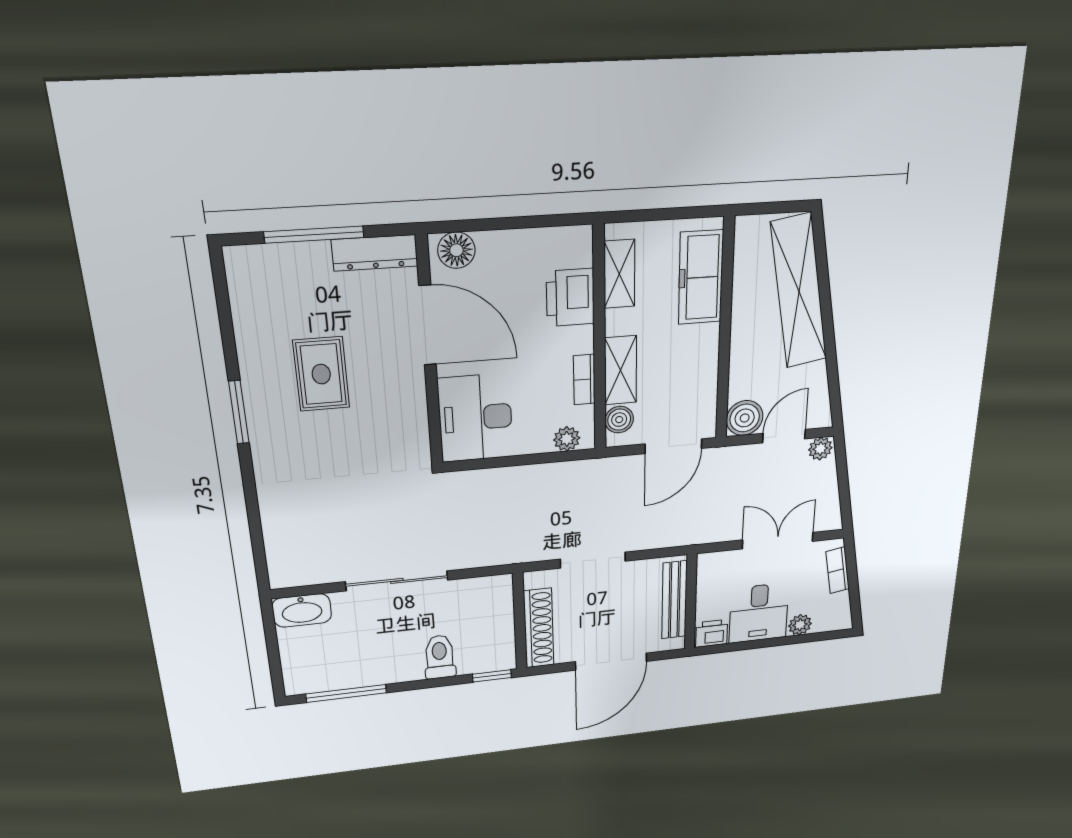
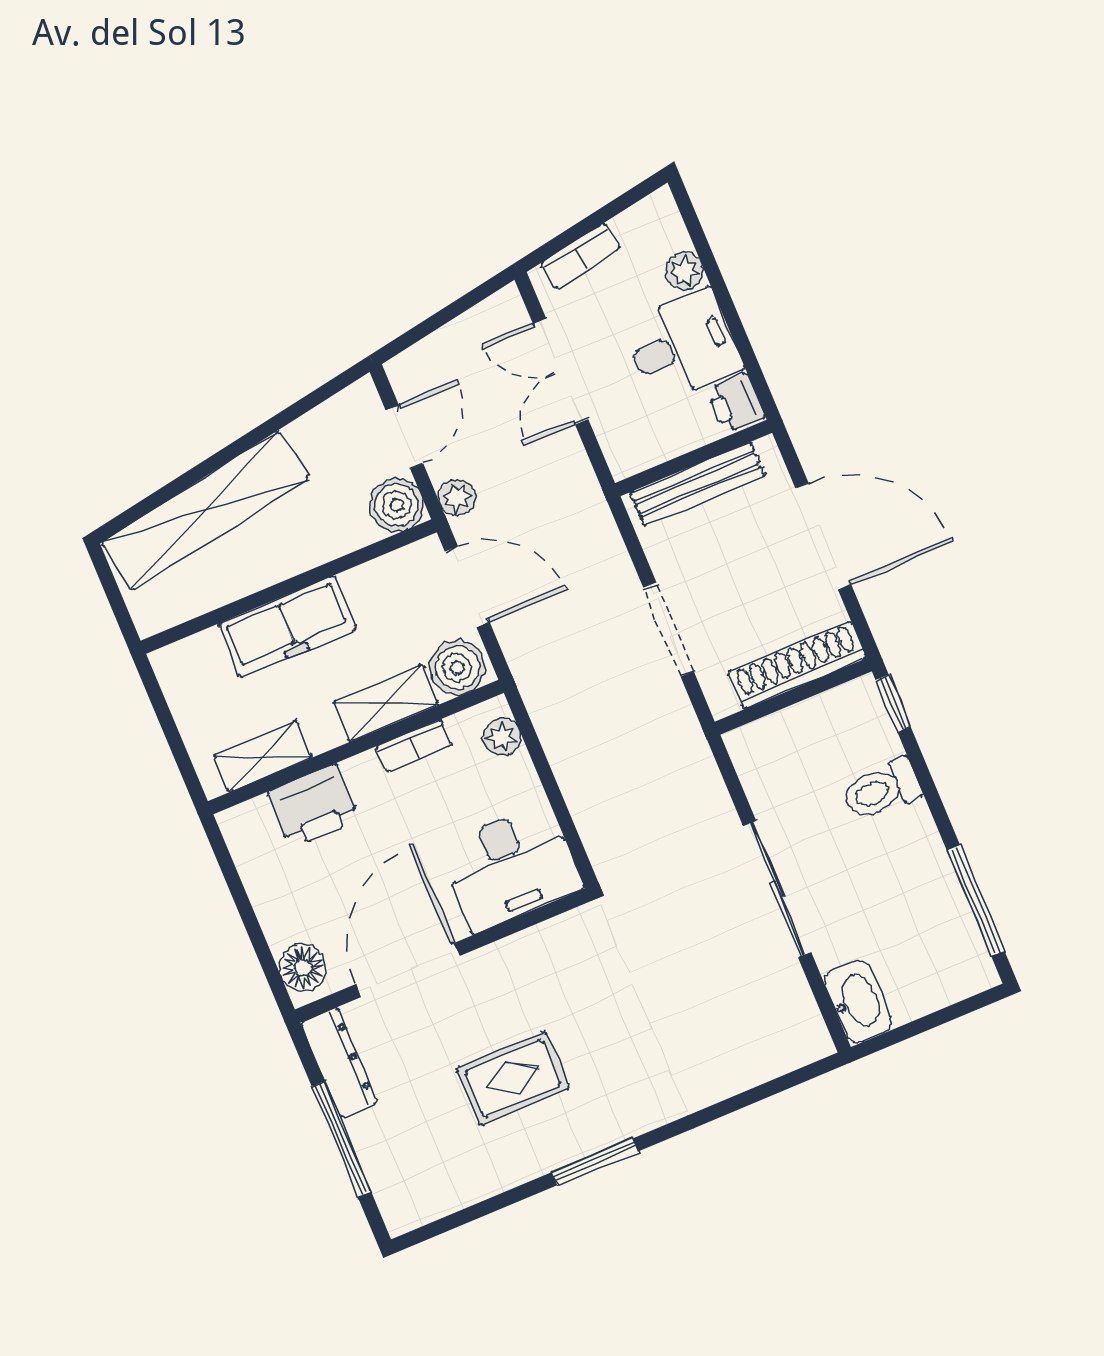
freezer: (701, 277) -> (287, 626), moved
boiler: (619, 420) -> (457, 668), width x1.36, depth x1.36
door: (784, 436) -> (404, 437), swing flipped
plant: (820, 449) -> (457, 498), moved

